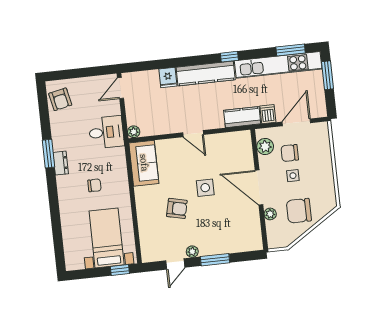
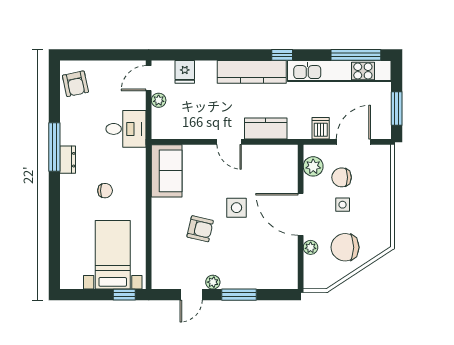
window: (291, 50) -> (356, 55), width x1.44
window: (328, 75) -> (397, 108), moved
fridge: (168, 78) -> (185, 72), moved
kitchen counter: (242, 117) -> (266, 128), moved
plant: (134, 132) -> (159, 100), moved
window: (48, 154) -> (54, 147), width x1.44

